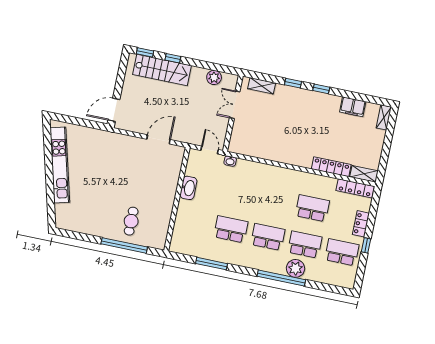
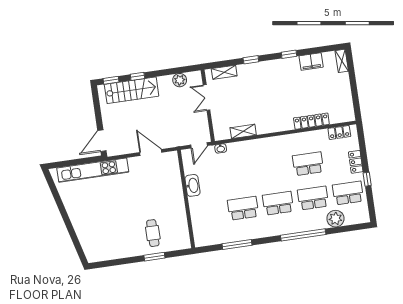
window: (321, 89) -> (289, 54), moved
door: (158, 139) -> (151, 152), hinge flipped
door: (210, 150) -> (199, 145), swing flipped
kitchen unit: (60, 165) -> (93, 170), moved, turned 105
shelving: (364, 174) -> (243, 131), moved
locker: (355, 188) -> (339, 132), width x0.66
window: (124, 245) -> (154, 257), width x0.47
plant: (296, 268) -> (335, 219), moved

